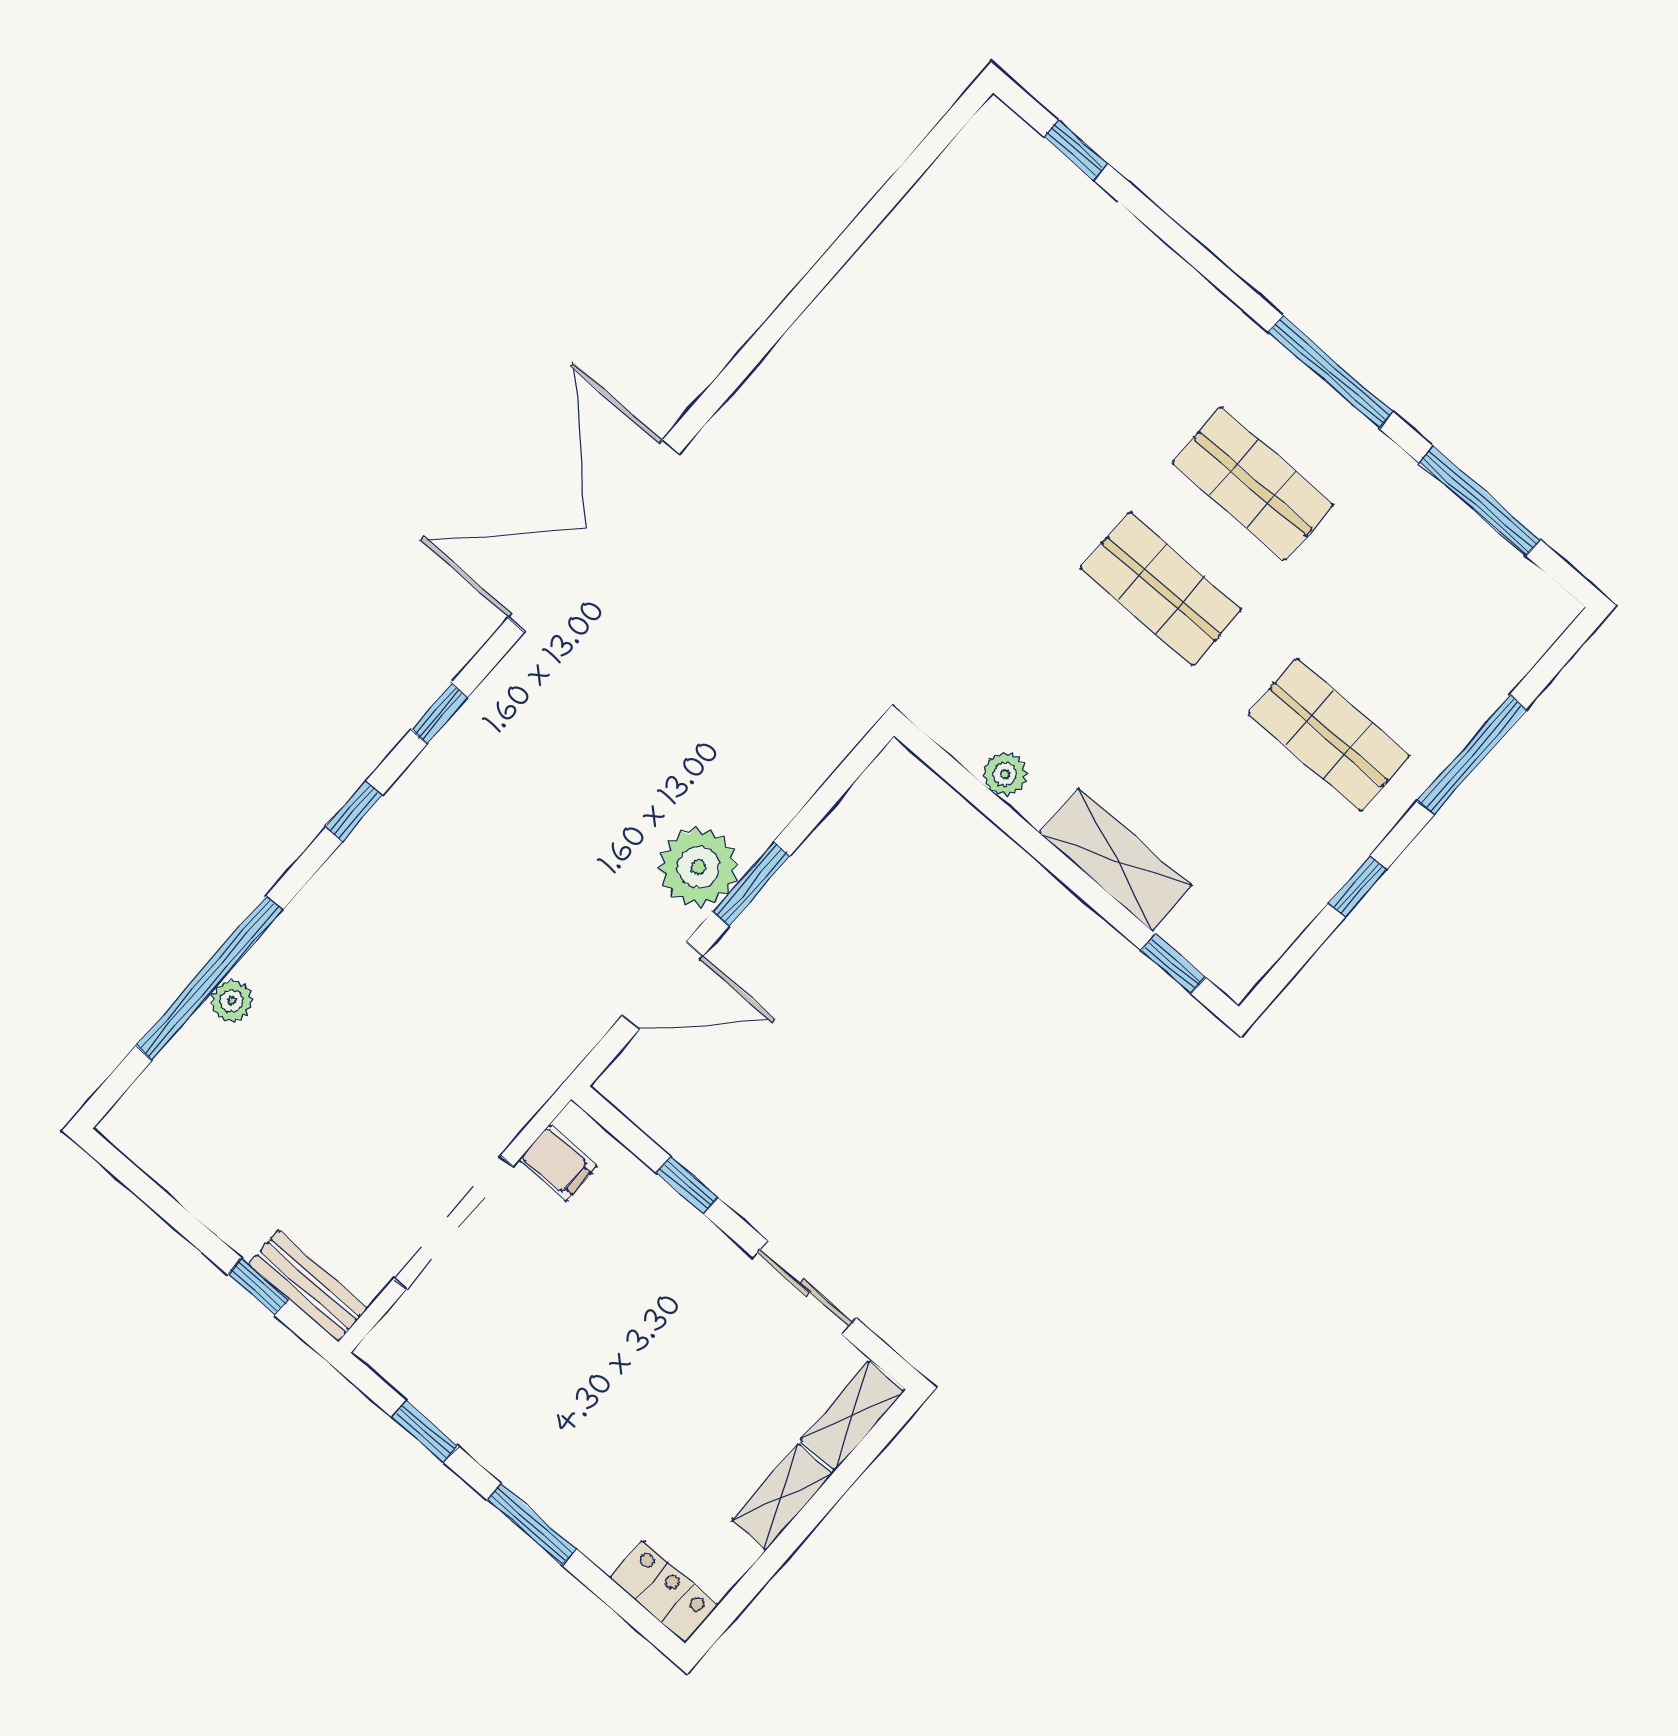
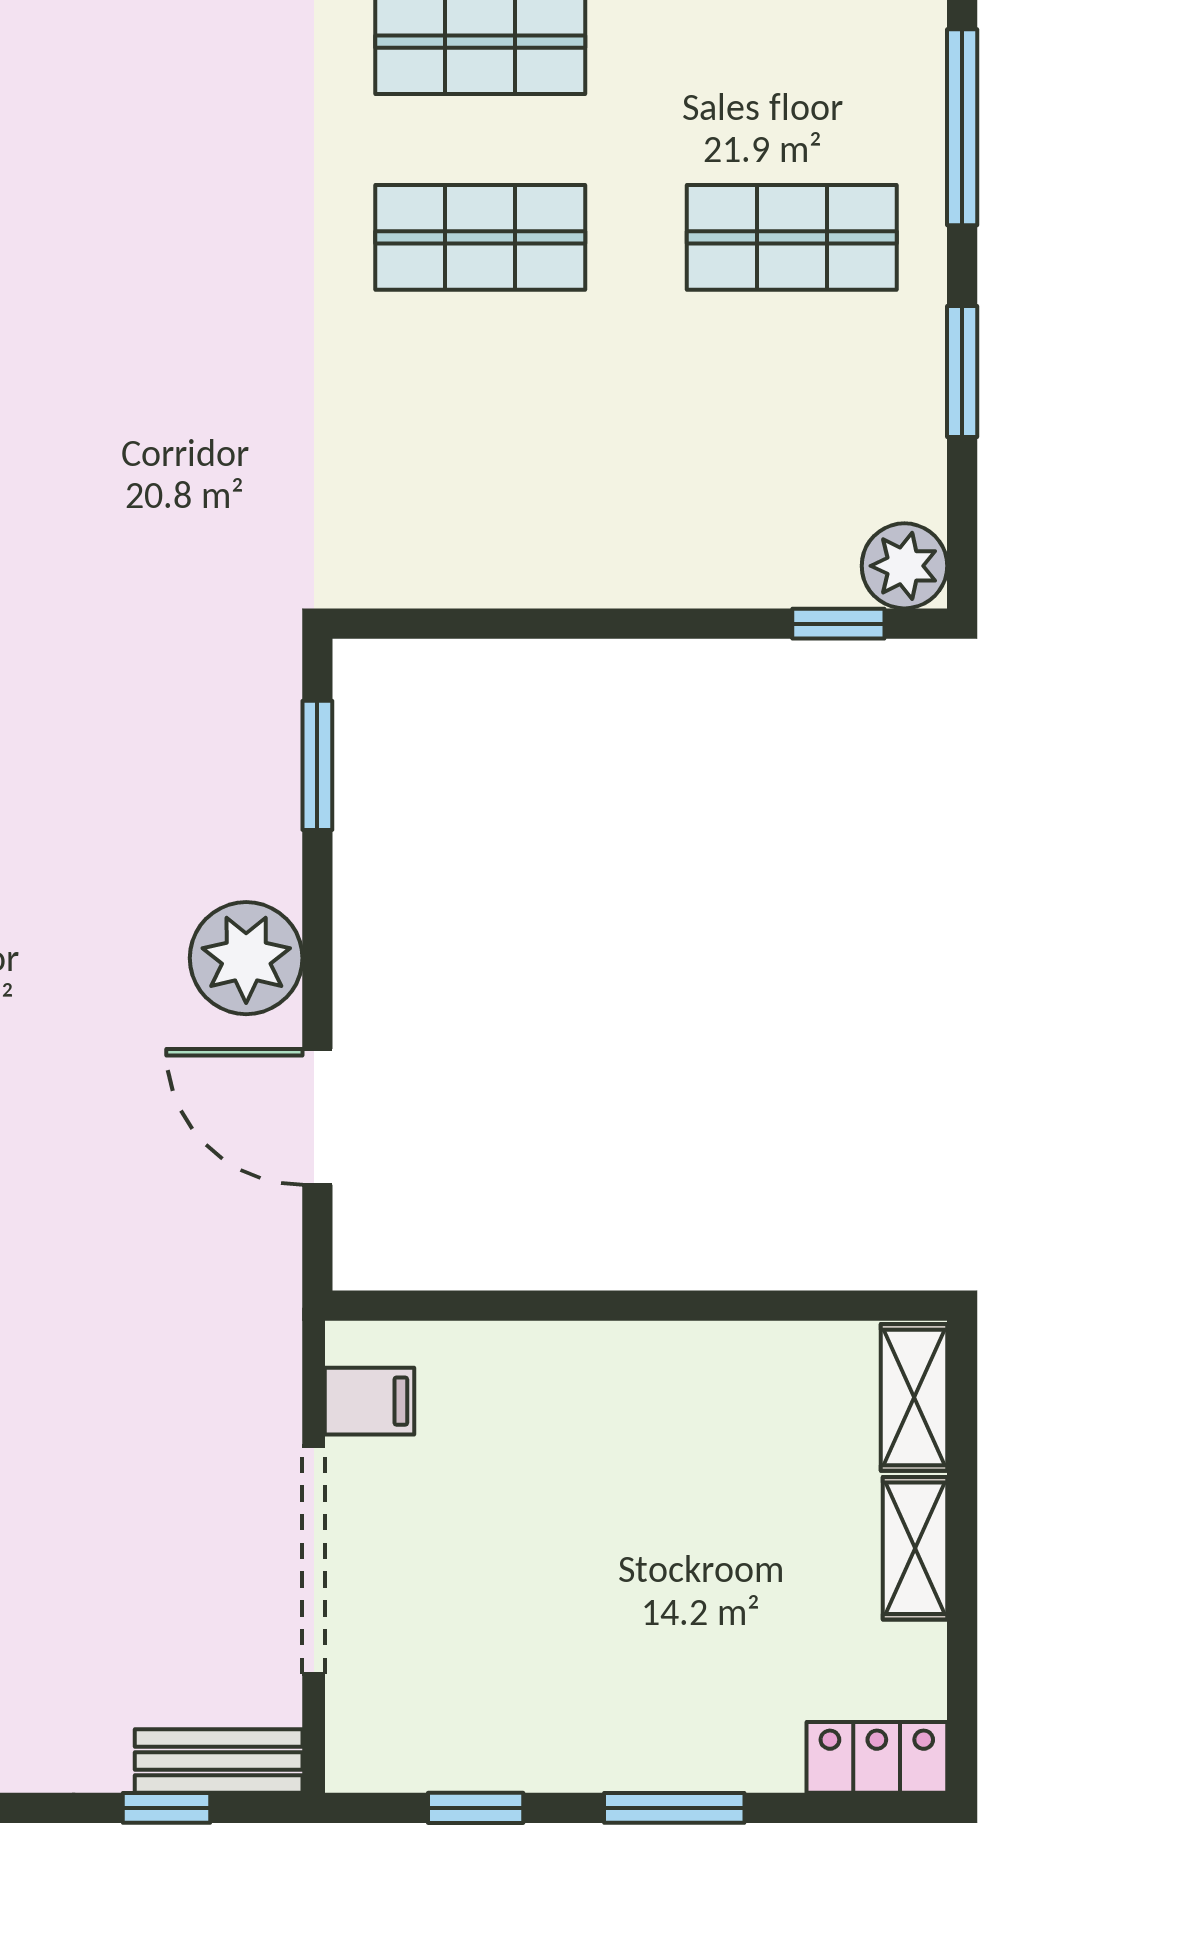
plant: (1005, 774) -> (904, 566), moved, width x1.38, depth x1.38
shelving: (1115, 859) -> (680, 566), removed
window: (751, 884) -> (317, 765), moved
window: (1358, 886) -> (962, 372), width x1.50
door: (663, 986) -> (317, 1117), swing flipped
window: (687, 1185) -> (527, 1306), removed
sliding door: (805, 1288) -> (746, 1306), removed

